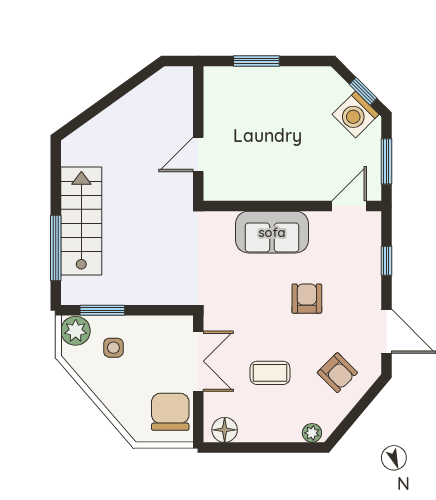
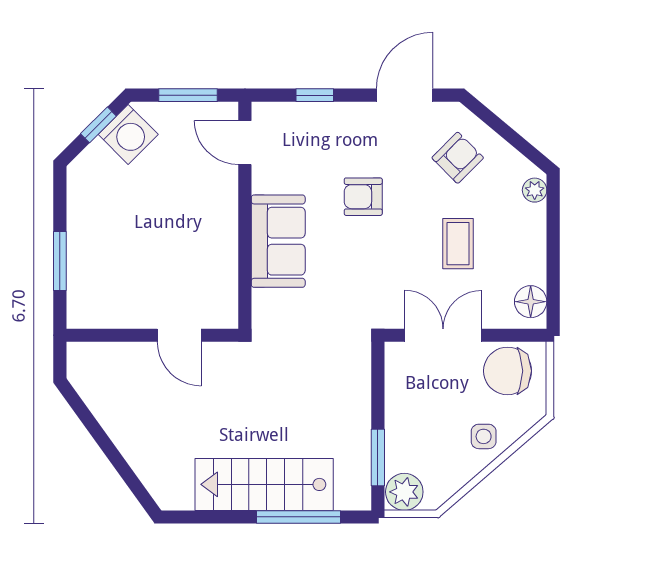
side table: (113, 348) -> (484, 436), moved

